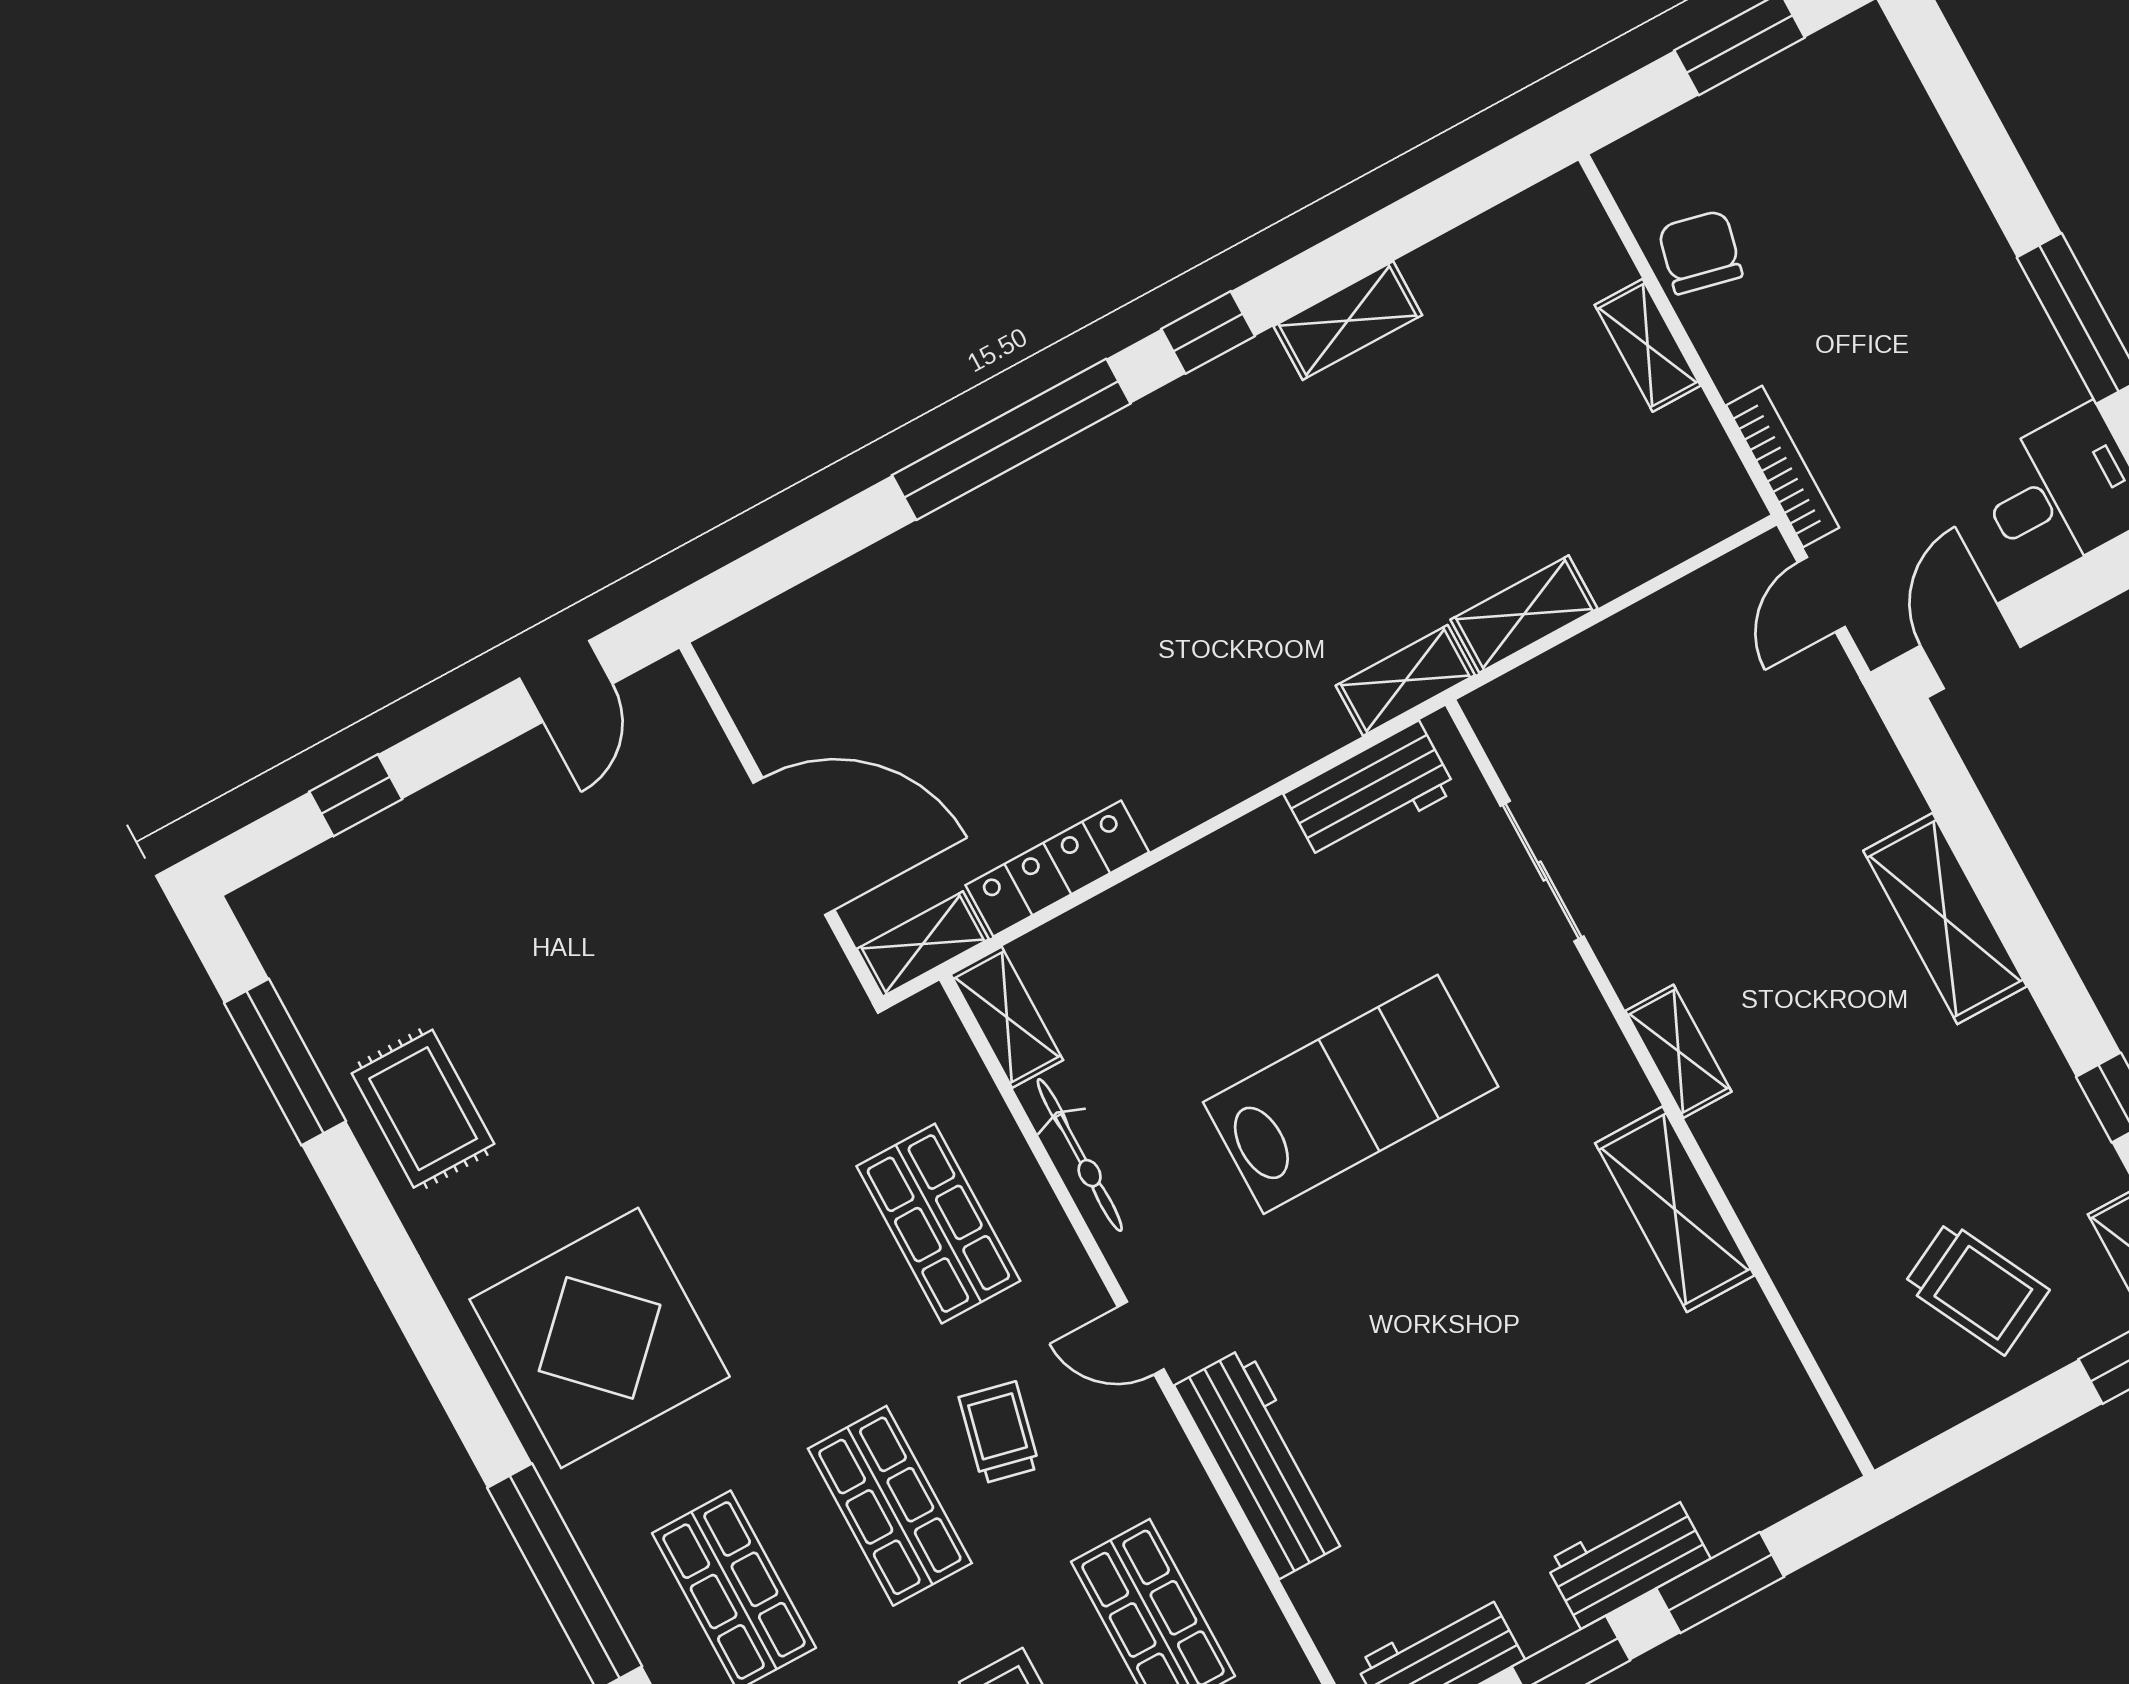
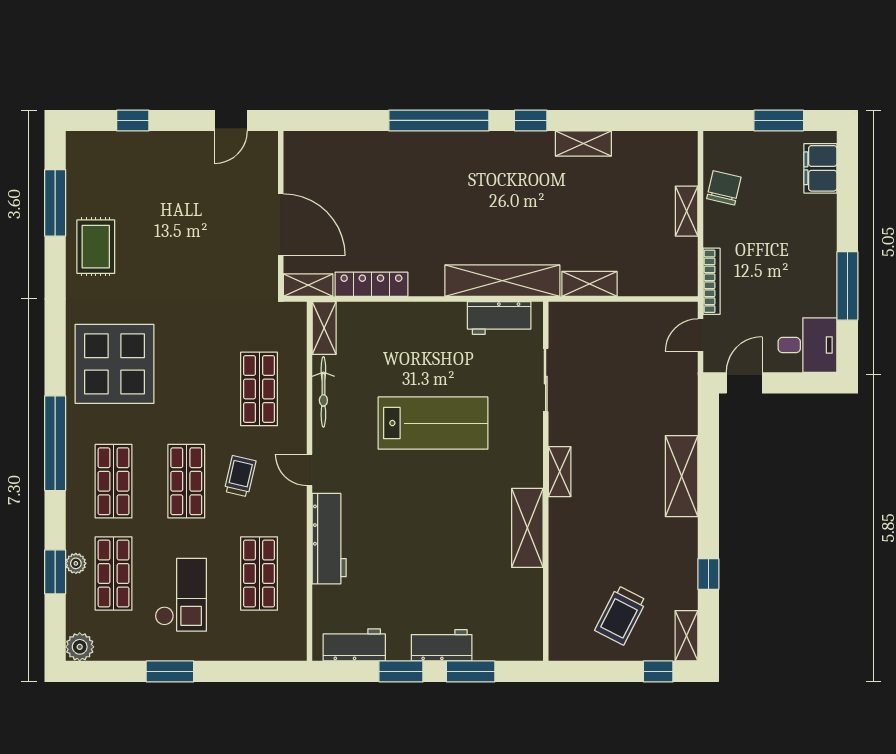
filing cabinet: (1884, 98) -> (820, 168), added
shelving: (1405, 680) -> (502, 281), width x2.20, depth x1.33
trolley: (1976, 1288) -> (621, 615), turned 54

